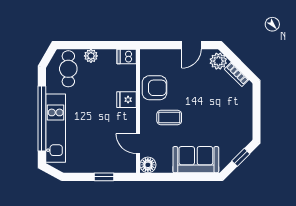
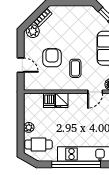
door: (191, 45) -> (21, 65), moved
dishwasher: (127, 56) -> (49, 100), moved
armchair: (155, 88) -> (52, 58), moved

